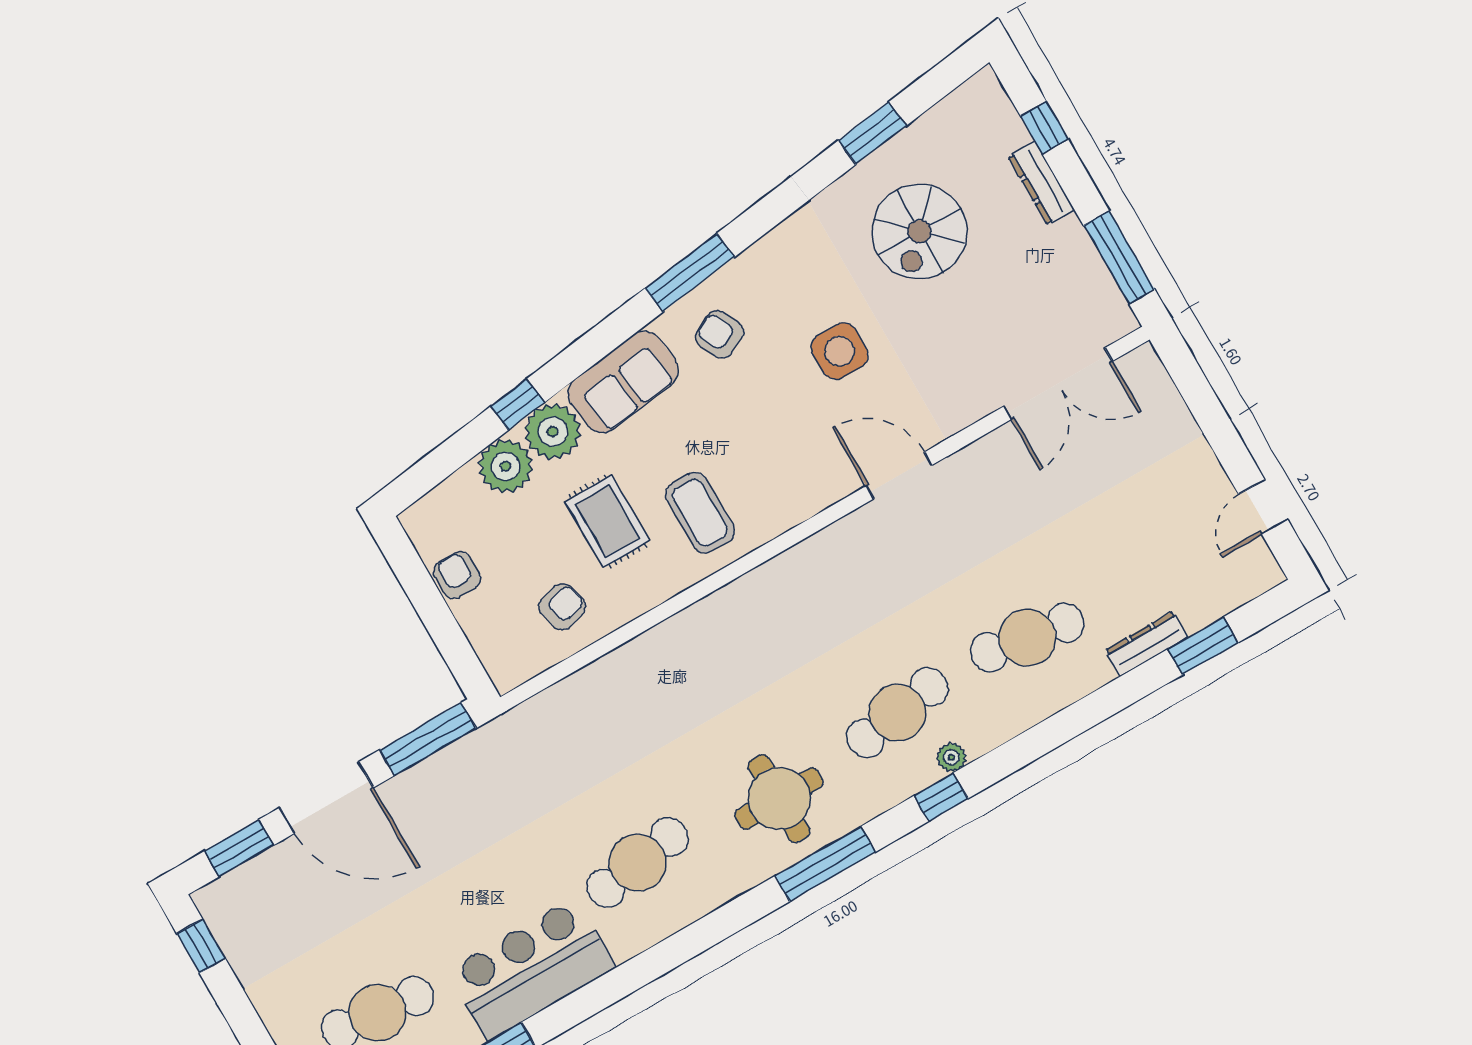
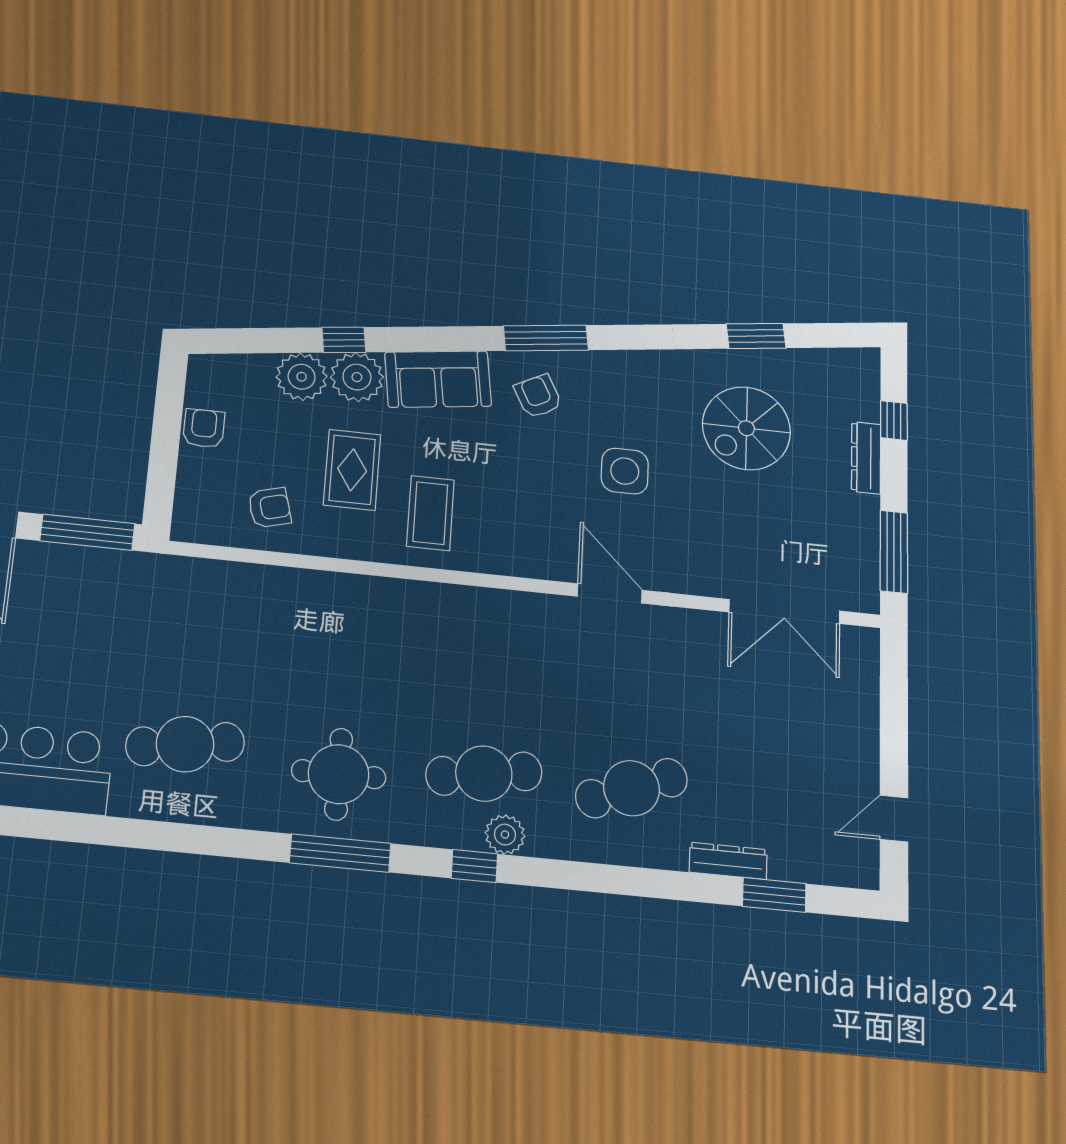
cafe table: (1027, 638) -> (632, 788), turned -30
plant: (951, 757) -> (505, 835), width x1.38, depth x1.38

